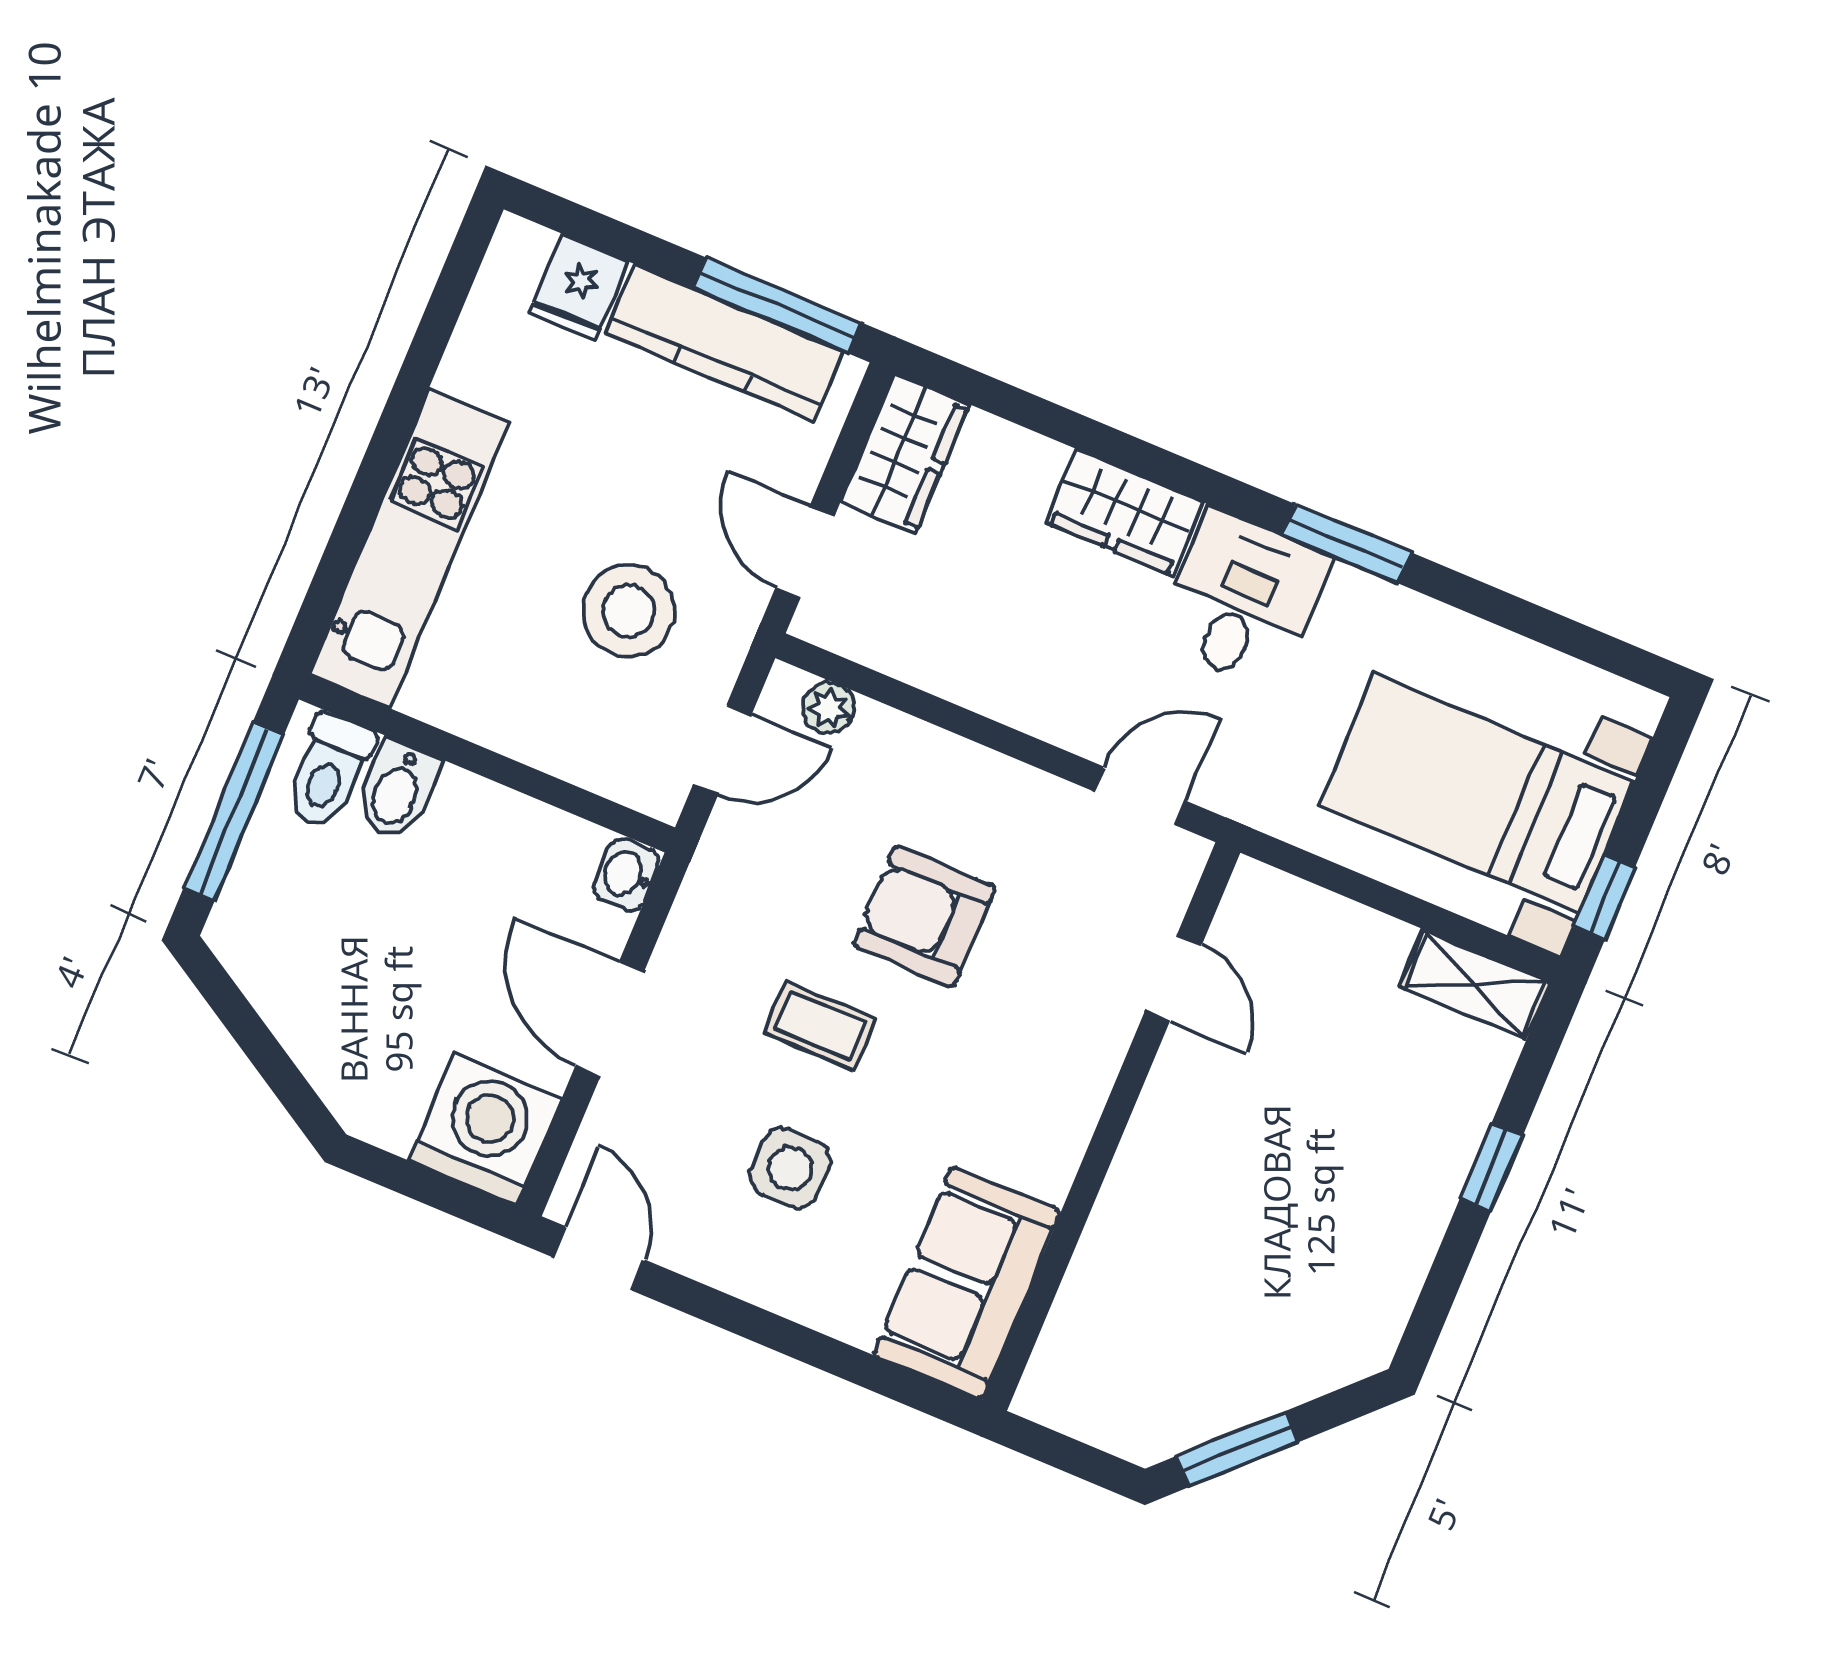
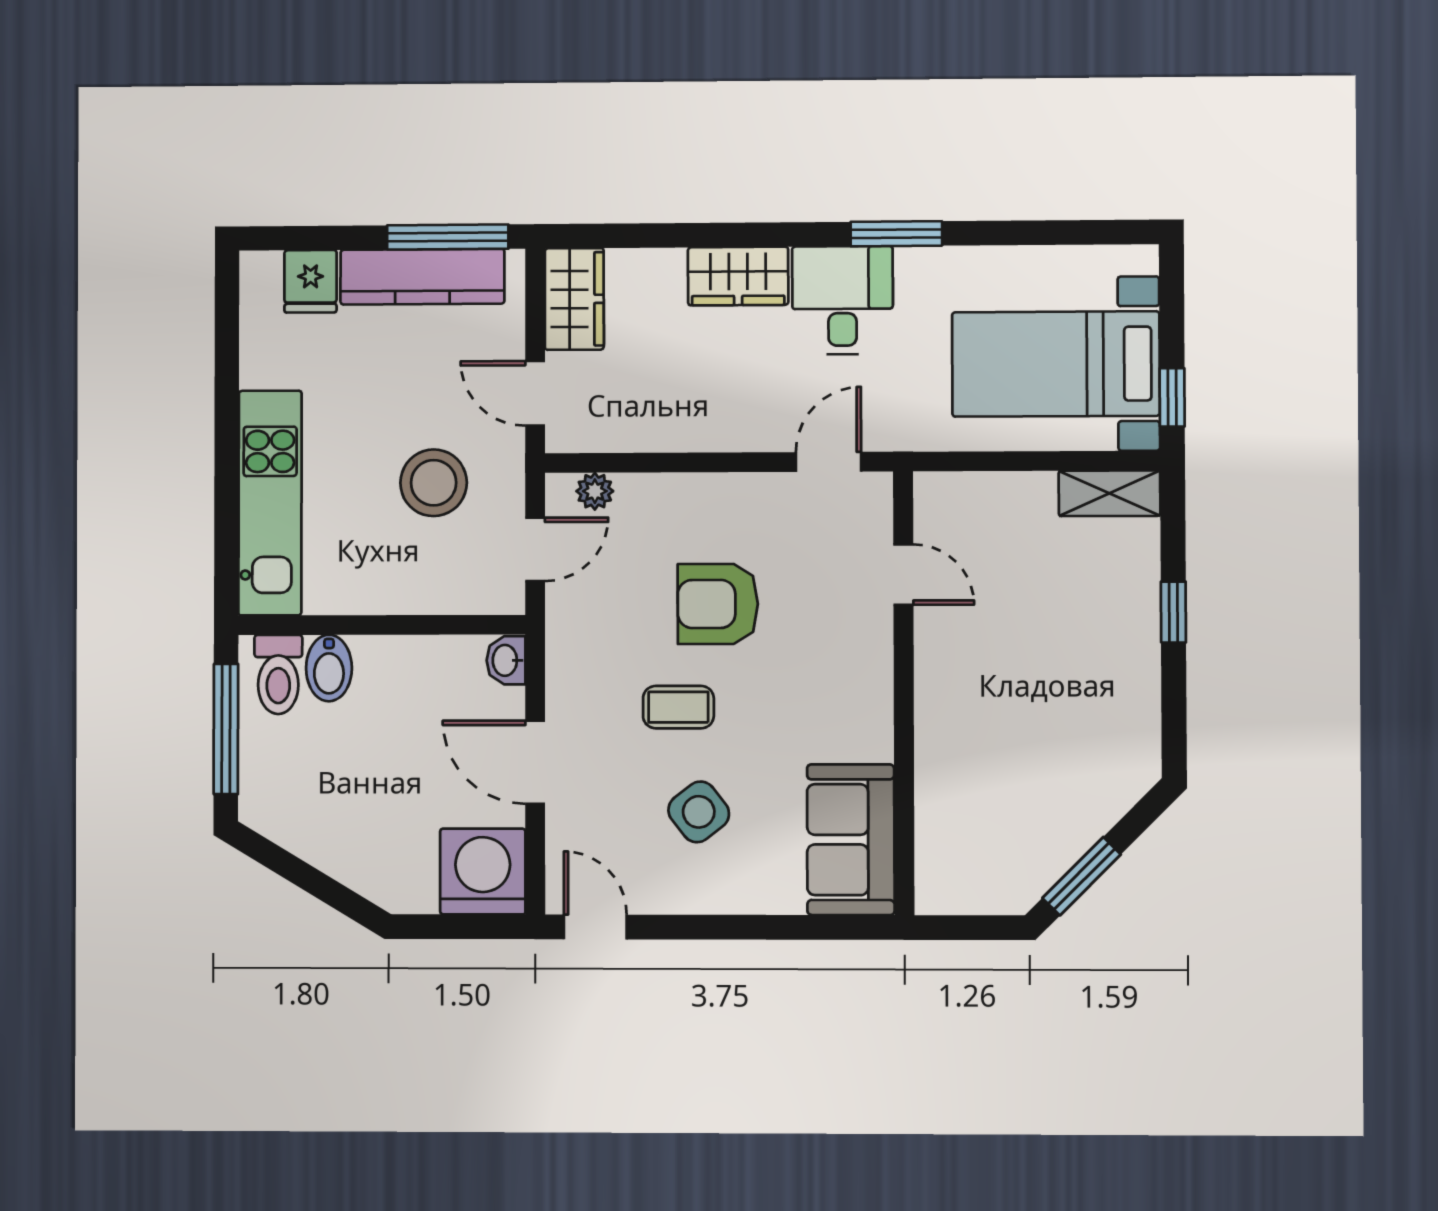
side table: (790, 1168) -> (699, 812), turned -38

